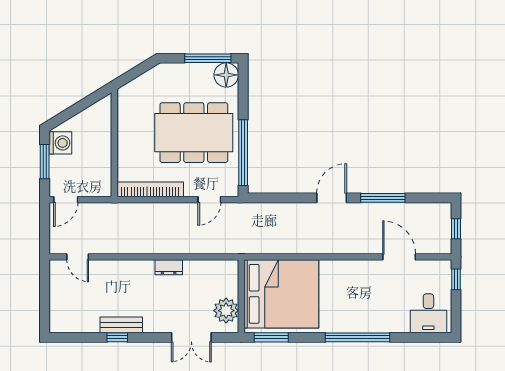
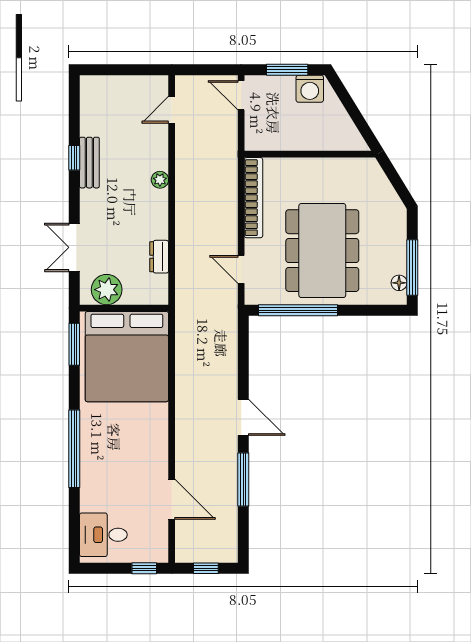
floor lamp: (226, 75) -> (399, 283), width x0.53, depth x0.53
door: (399, 257) -> (172, 499), hinge flipped
plant: (135, 267) -> (160, 180), added
dresser: (169, 267) -> (159, 257), moved

